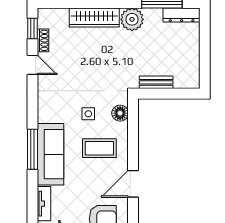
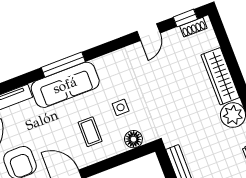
shoe rack: (43, 40) -> (193, 27), moved
coffee table: (99, 148) -> (90, 132), width x0.73, depth x0.77

